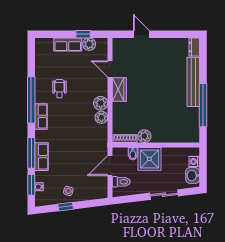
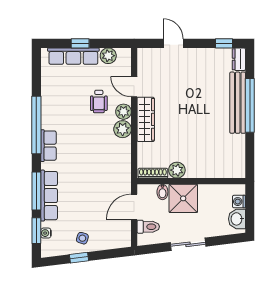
window: (83, 34) -> (80, 43), moved
window: (182, 34) -> (224, 43), added
row of seats: (68, 44) -> (73, 56), width x1.48
wheelchair: (59, 88) -> (99, 101), moved, turned 180
wardrobe: (119, 89) -> (146, 119), width x1.50
window: (203, 105) -> (250, 105), moved
plant: (101, 117) -> (123, 112), moved
row of seats: (41, 157) -> (49, 196), width x1.48
sliding door: (164, 195) -> (188, 244), moved

